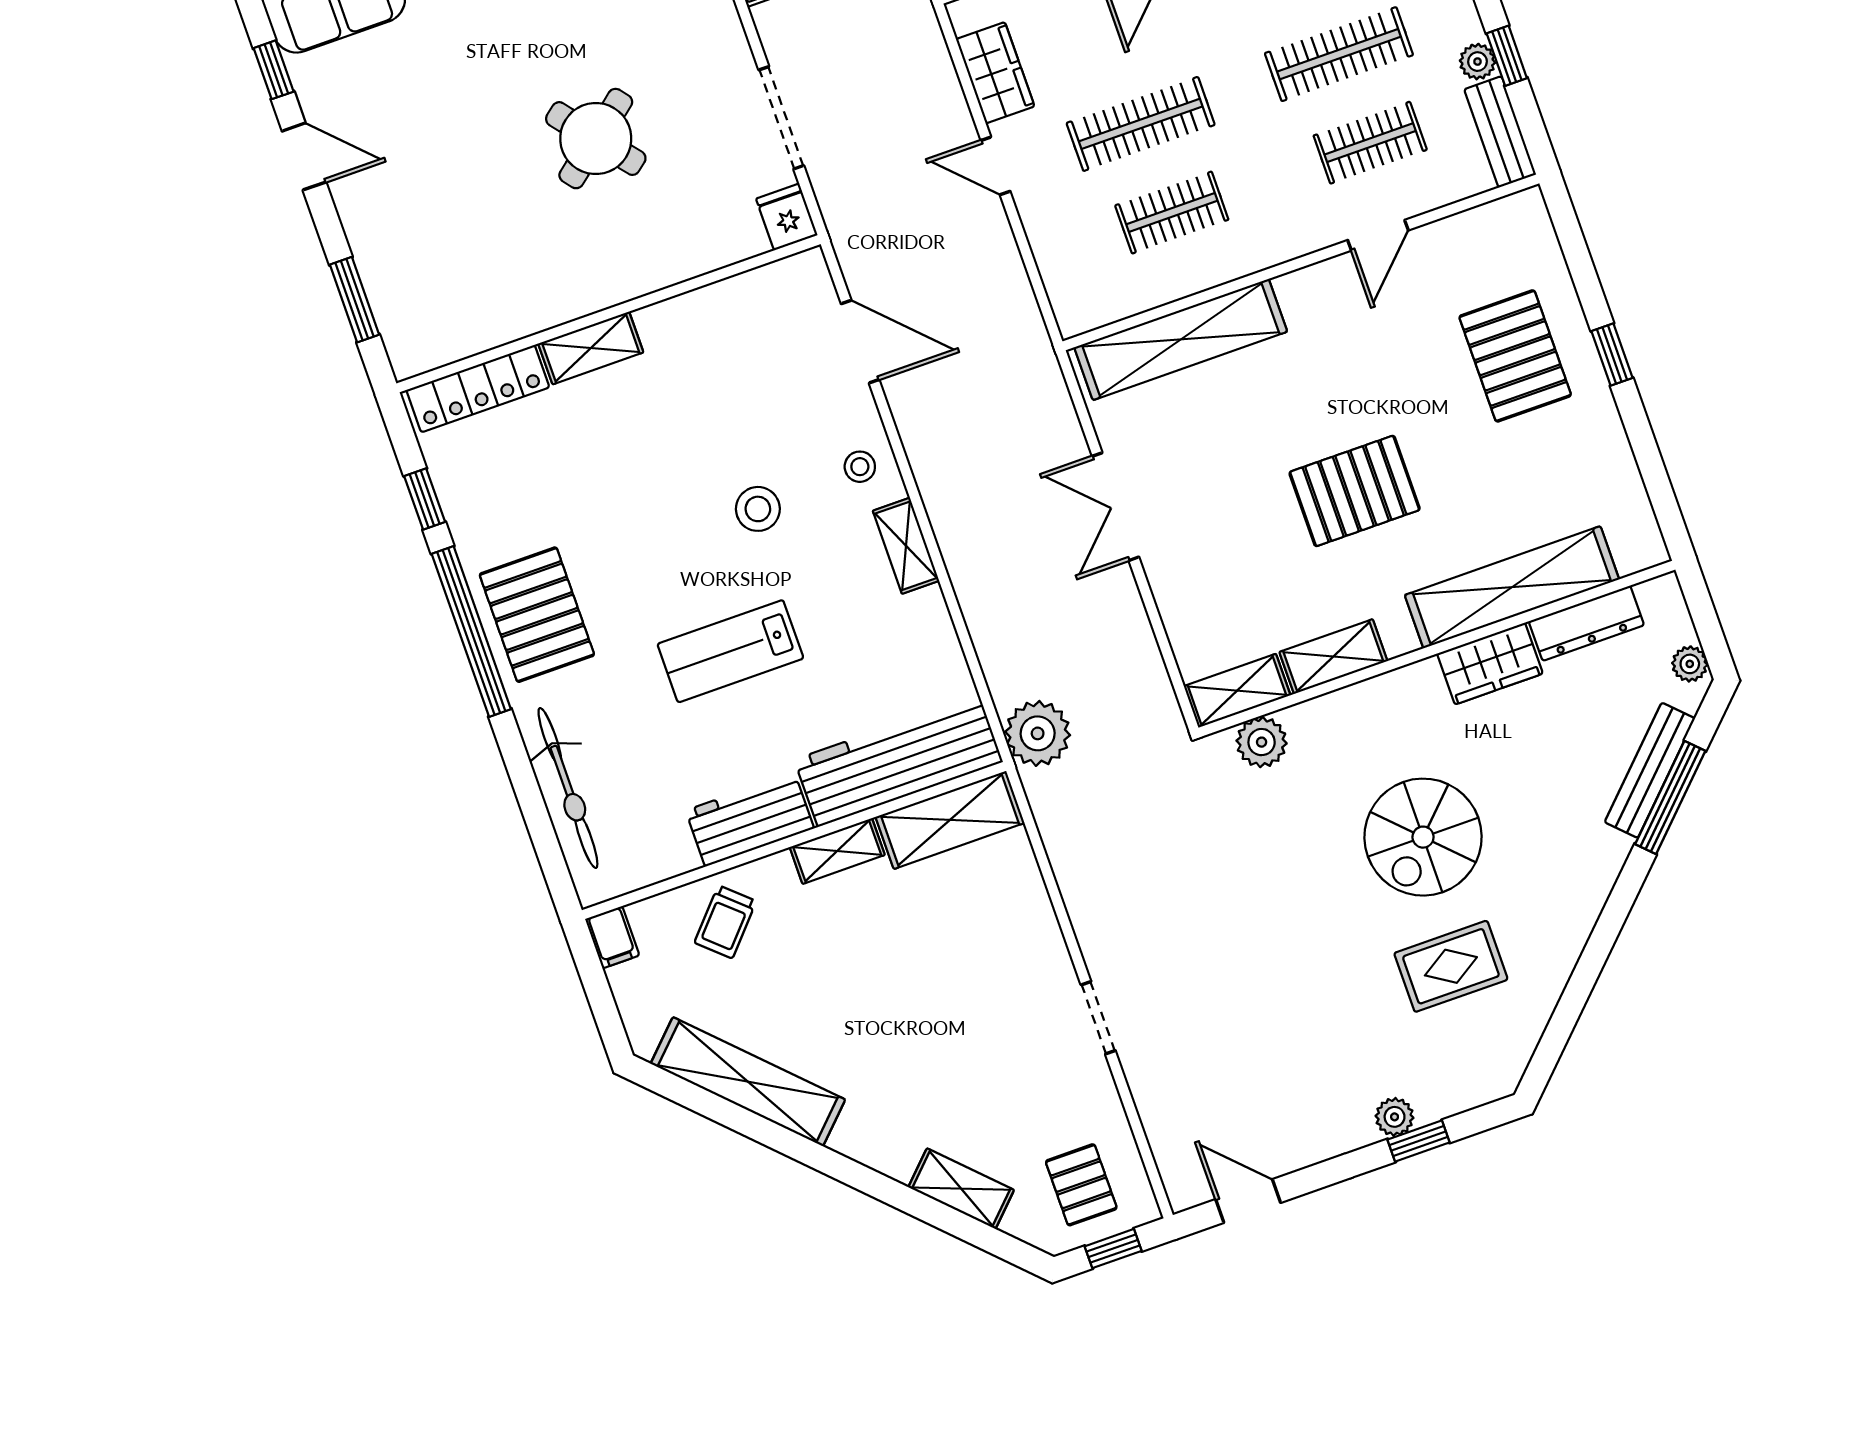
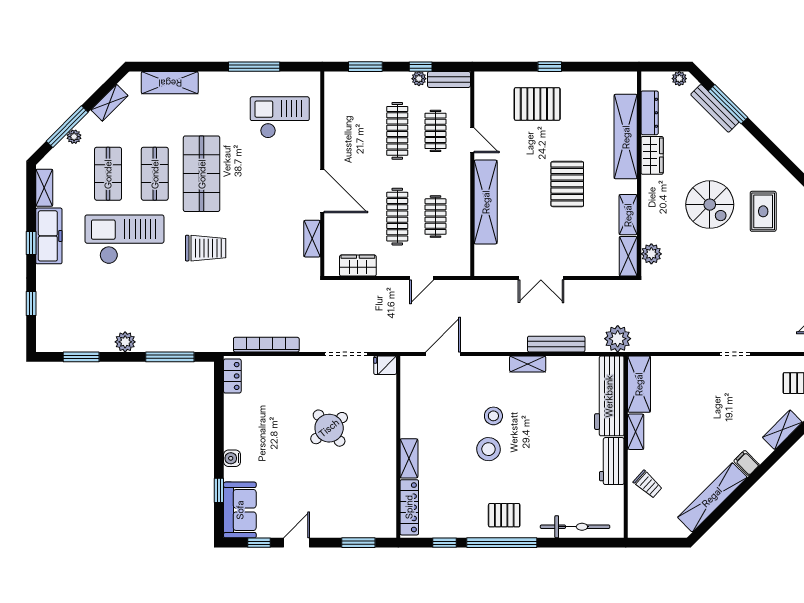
door: (996, 166) -> (422, 278), moved
shelving: (1181, 339) -> (486, 202), moved
stool: (860, 467) -> (488, 449), moved, width x1.89, depth x1.89
bench: (975, 596) -> (556, 344), added
pallet: (537, 615) -> (504, 515), width x0.67, depth x0.71
lab bench: (730, 651) -> (544, 446), removed
filing cabinet: (612, 937) -> (747, 463), moved, turned -135

